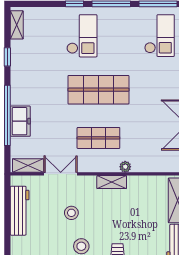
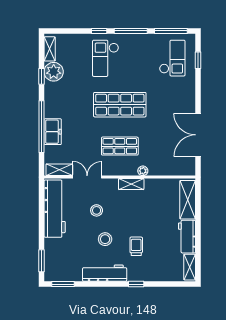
checkout: (82, 36) -> (106, 58), turned 180
plant: (21, 51) -> (54, 72), added
workbench: (20, 211) -> (55, 209), width x1.36, depth x1.32

